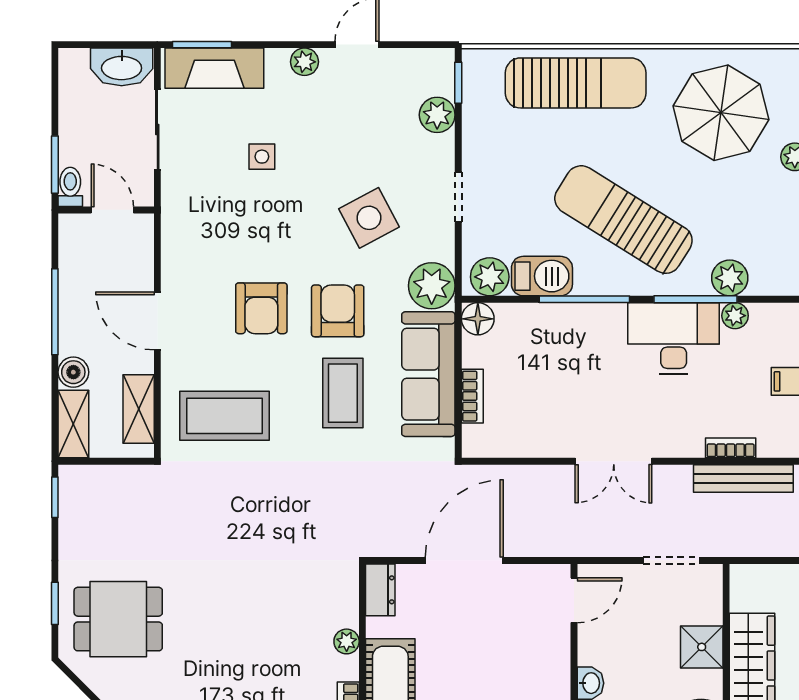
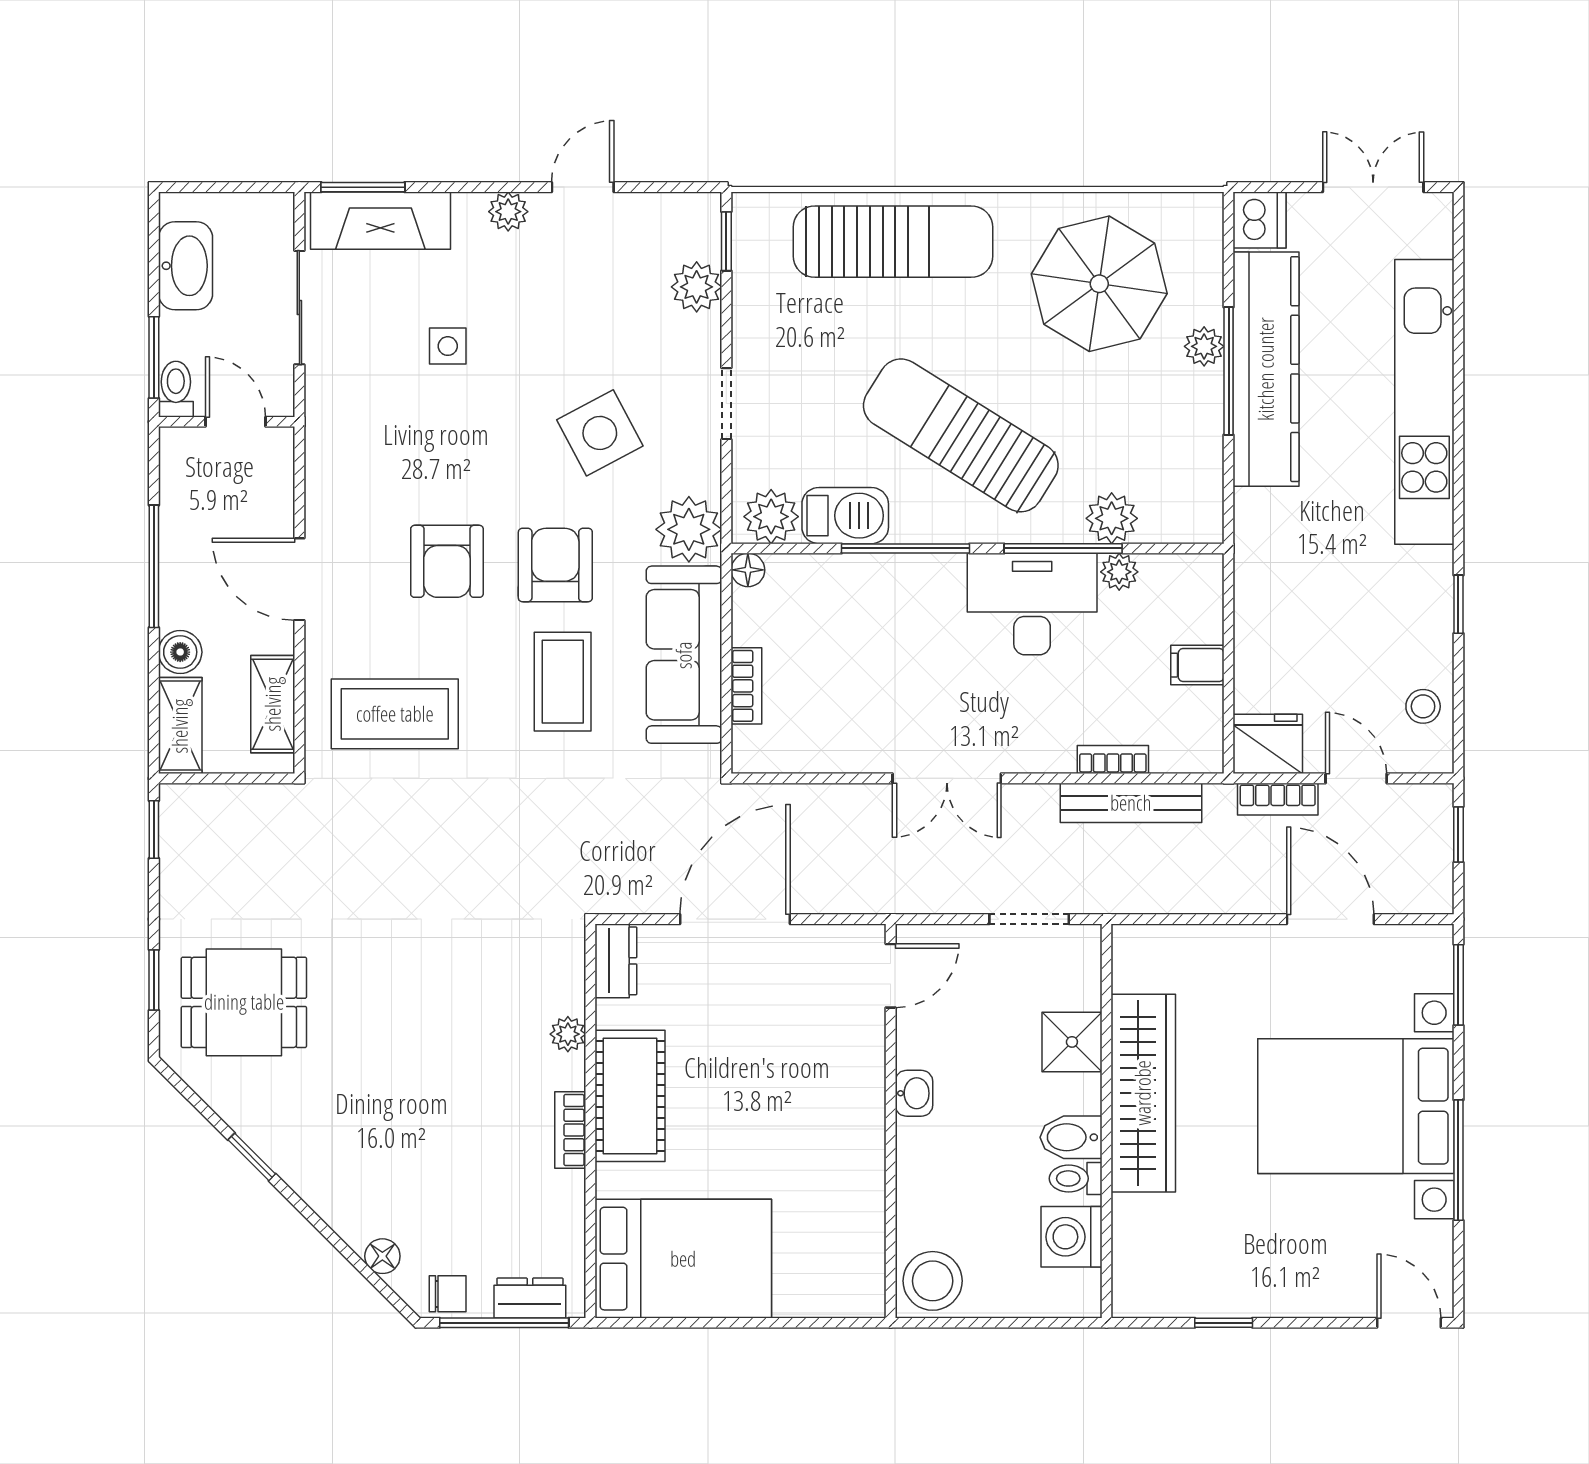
washbasin: (122, 67) -> (186, 266), moved, turned -90
floor lamp: (478, 319) -> (748, 570), width x0.73, depth x0.73

